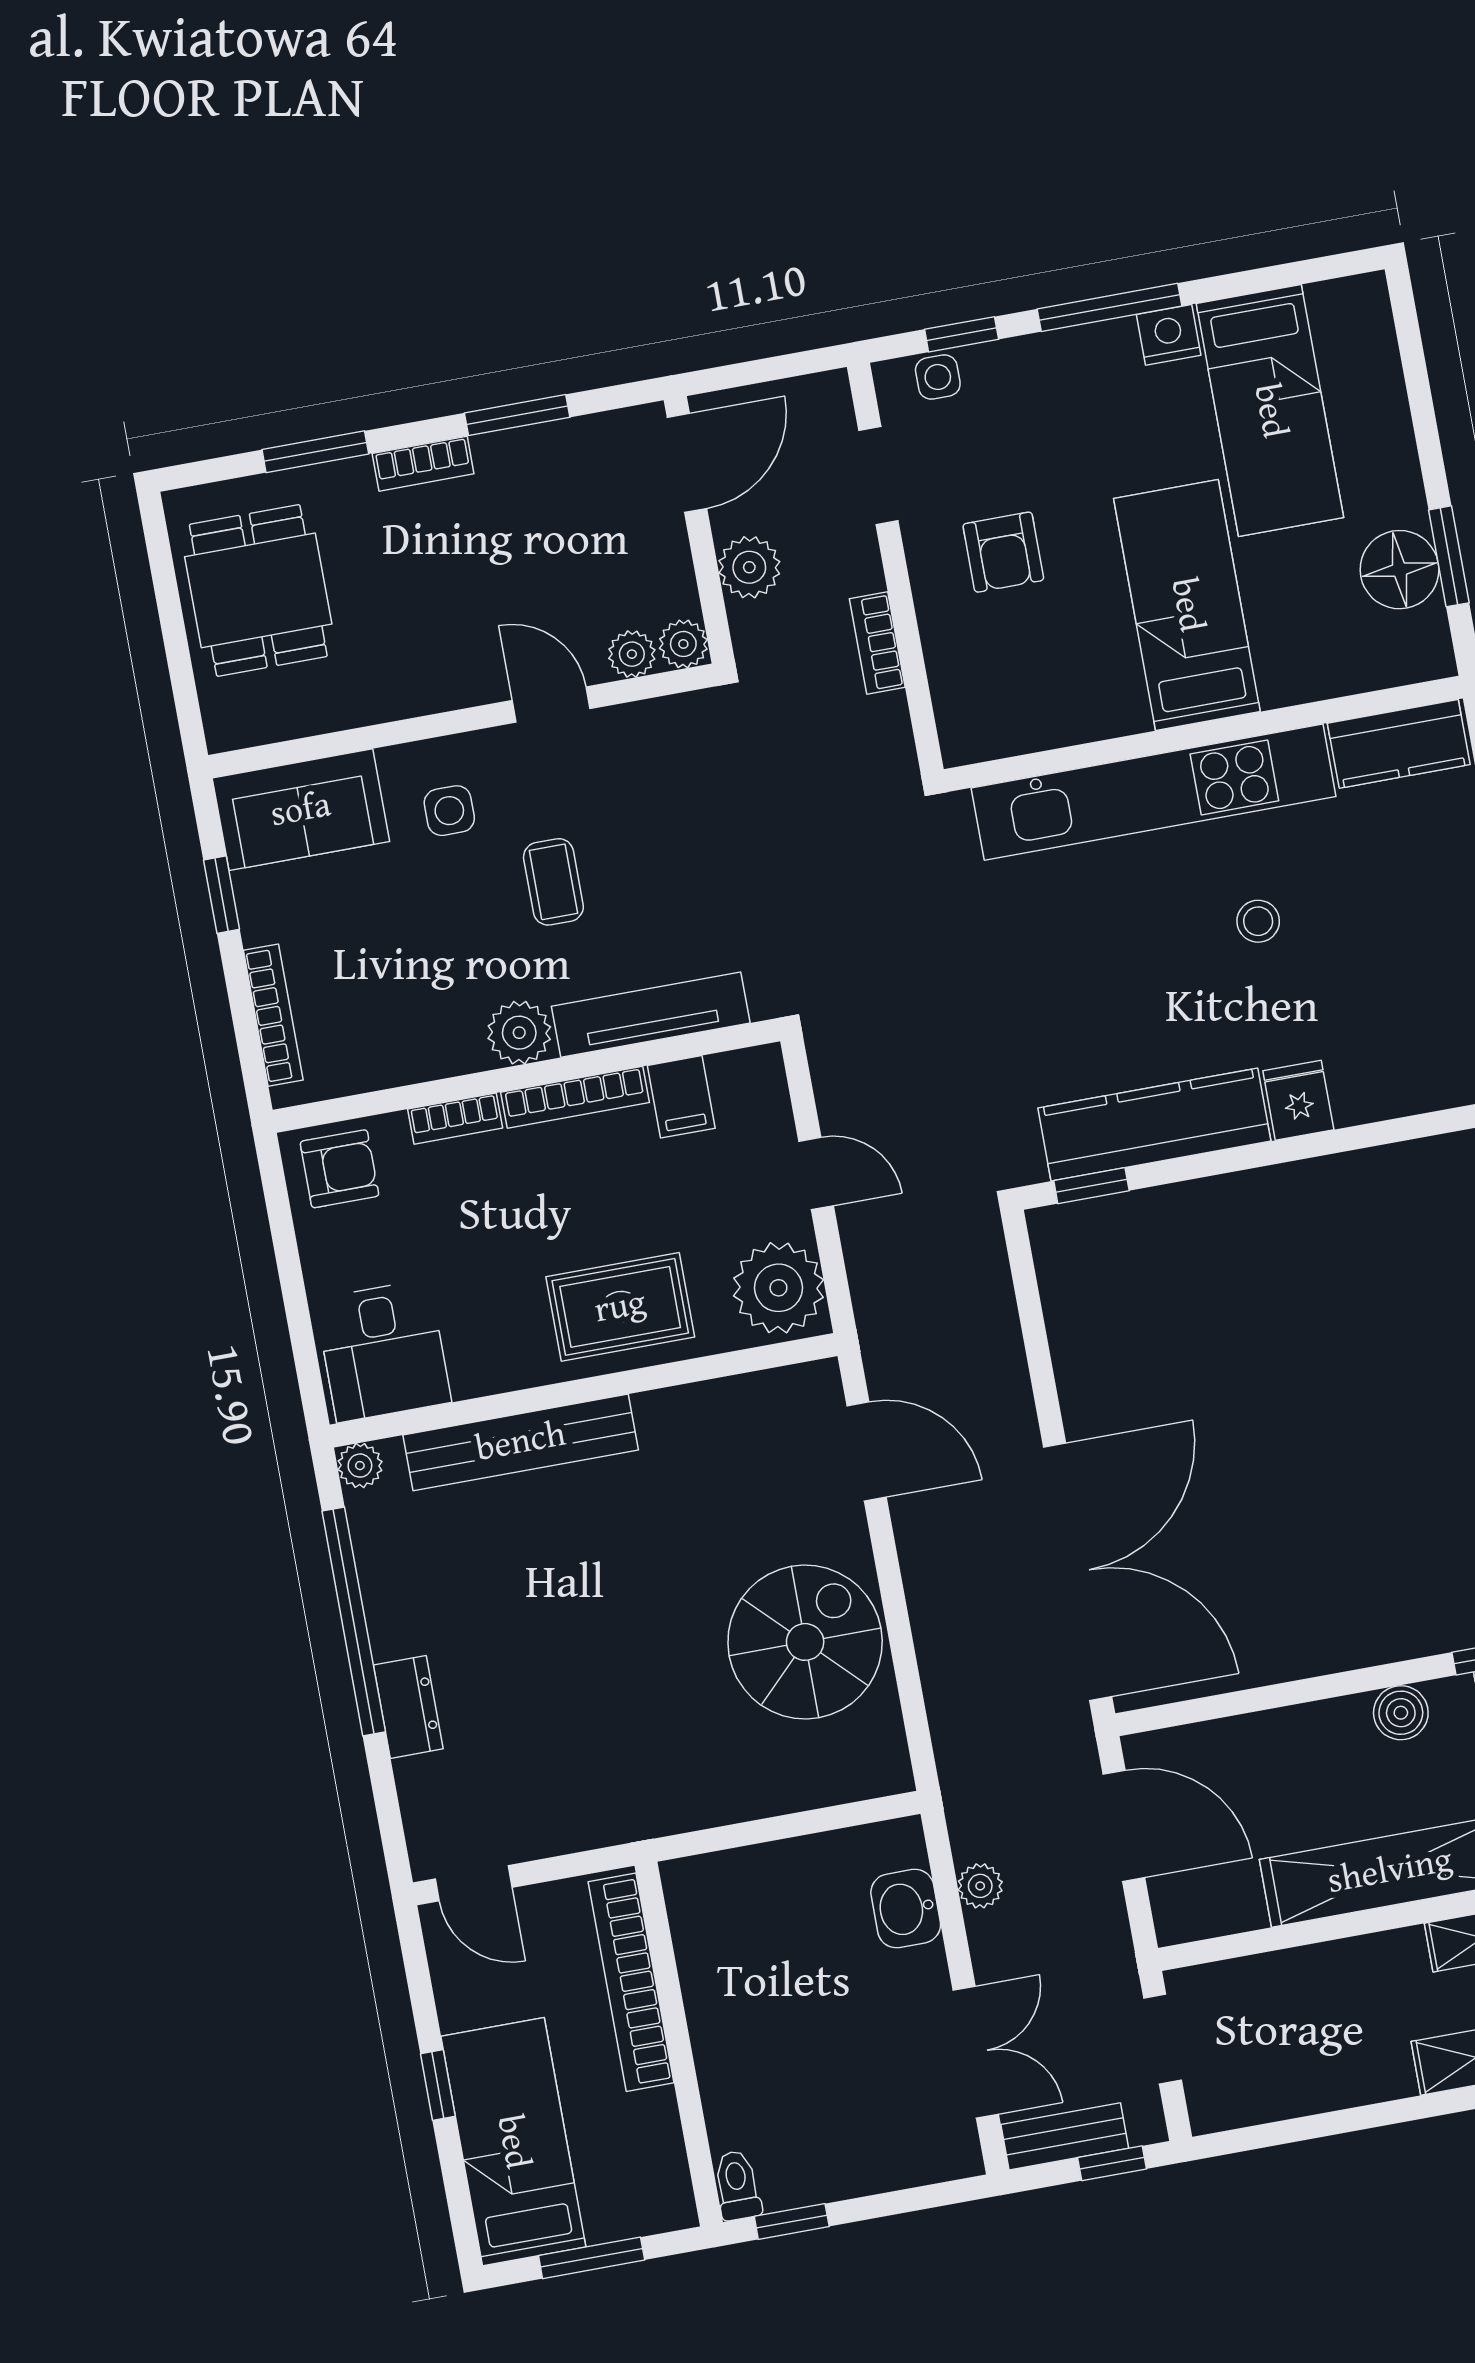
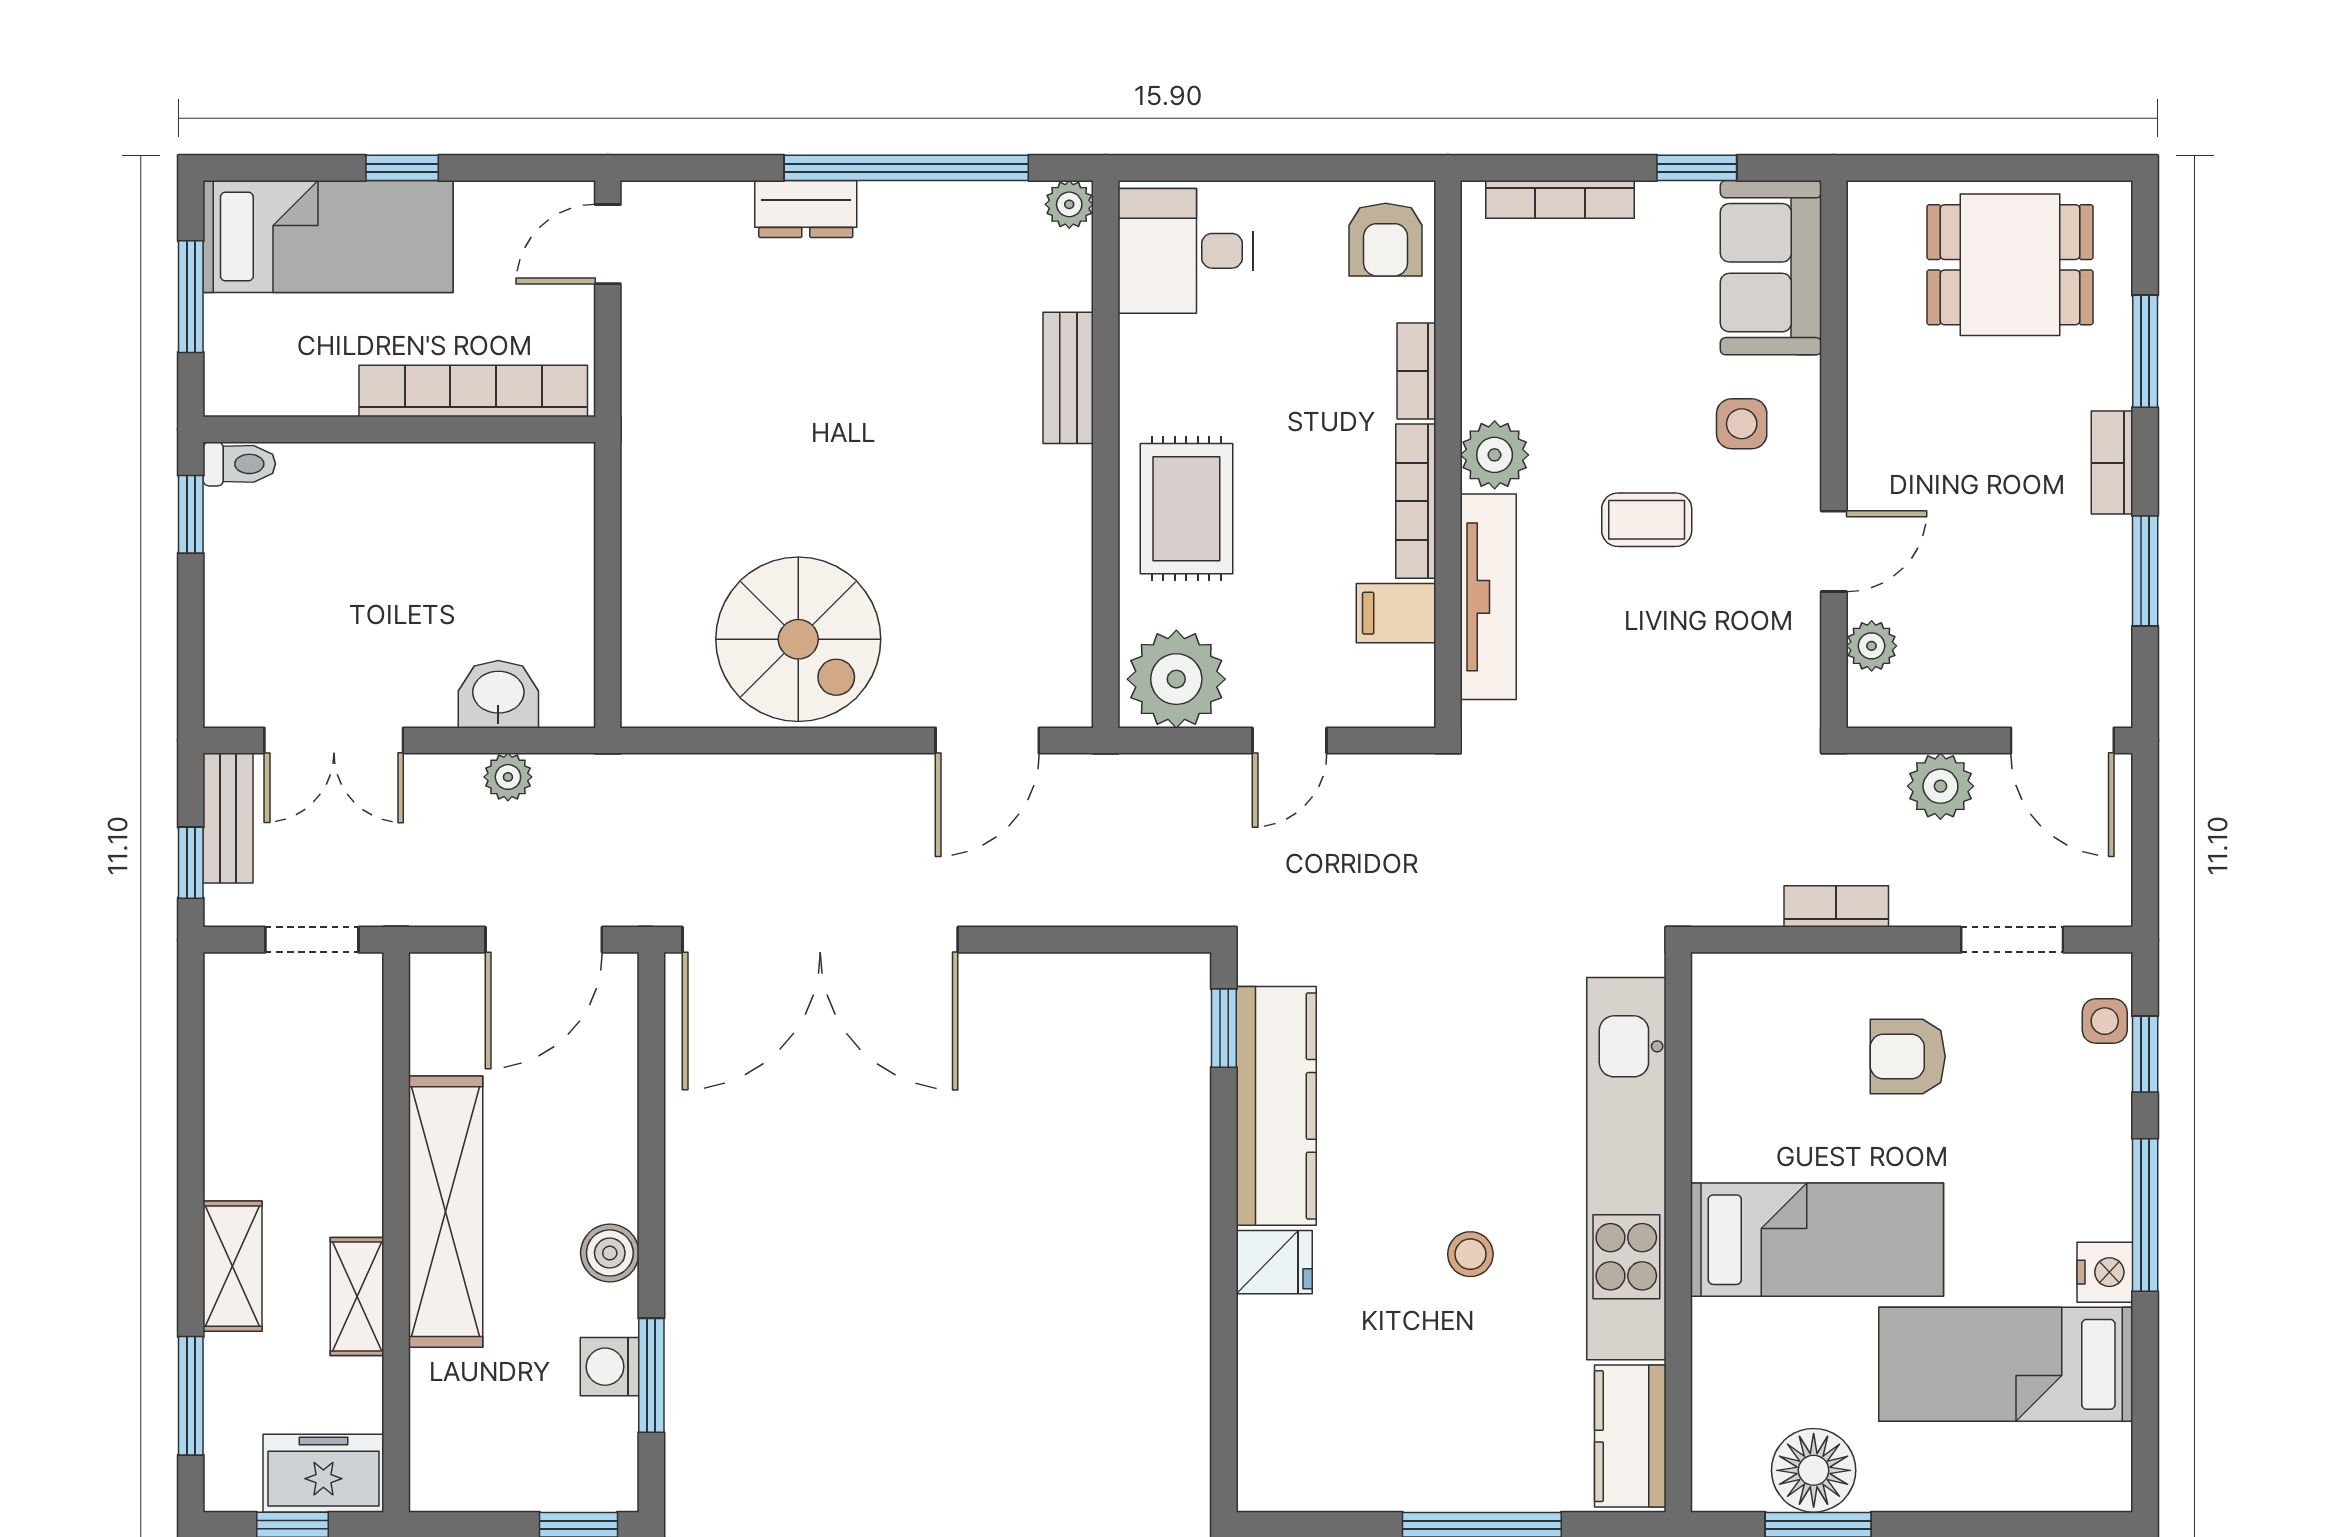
plant: (683, 644) -> (1872, 702), removed
bench: (521, 1442) -> (1068, 378), width x0.54, depth x0.82

